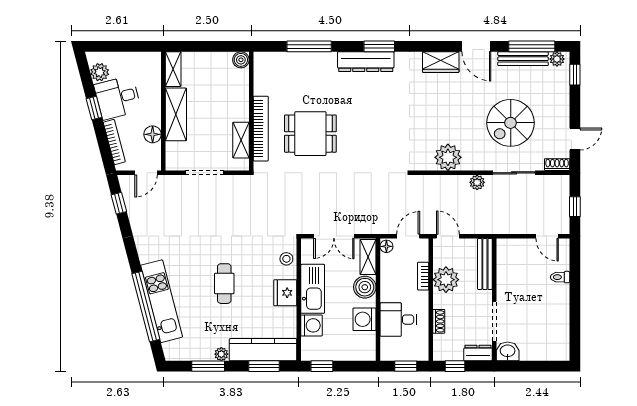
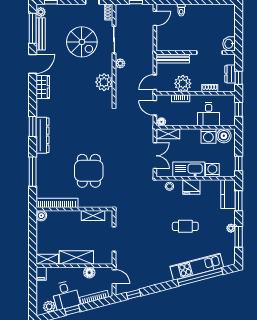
filing cabinet: (151, 59) -> (41, 274), added
bookcase: (261, 129) -> (57, 203), moved
boiler: (365, 287) -> (224, 136), moved
kitchen counter: (263, 350) -> (228, 194), width x0.67
dresser: (478, 353) -> (230, 74), moved

